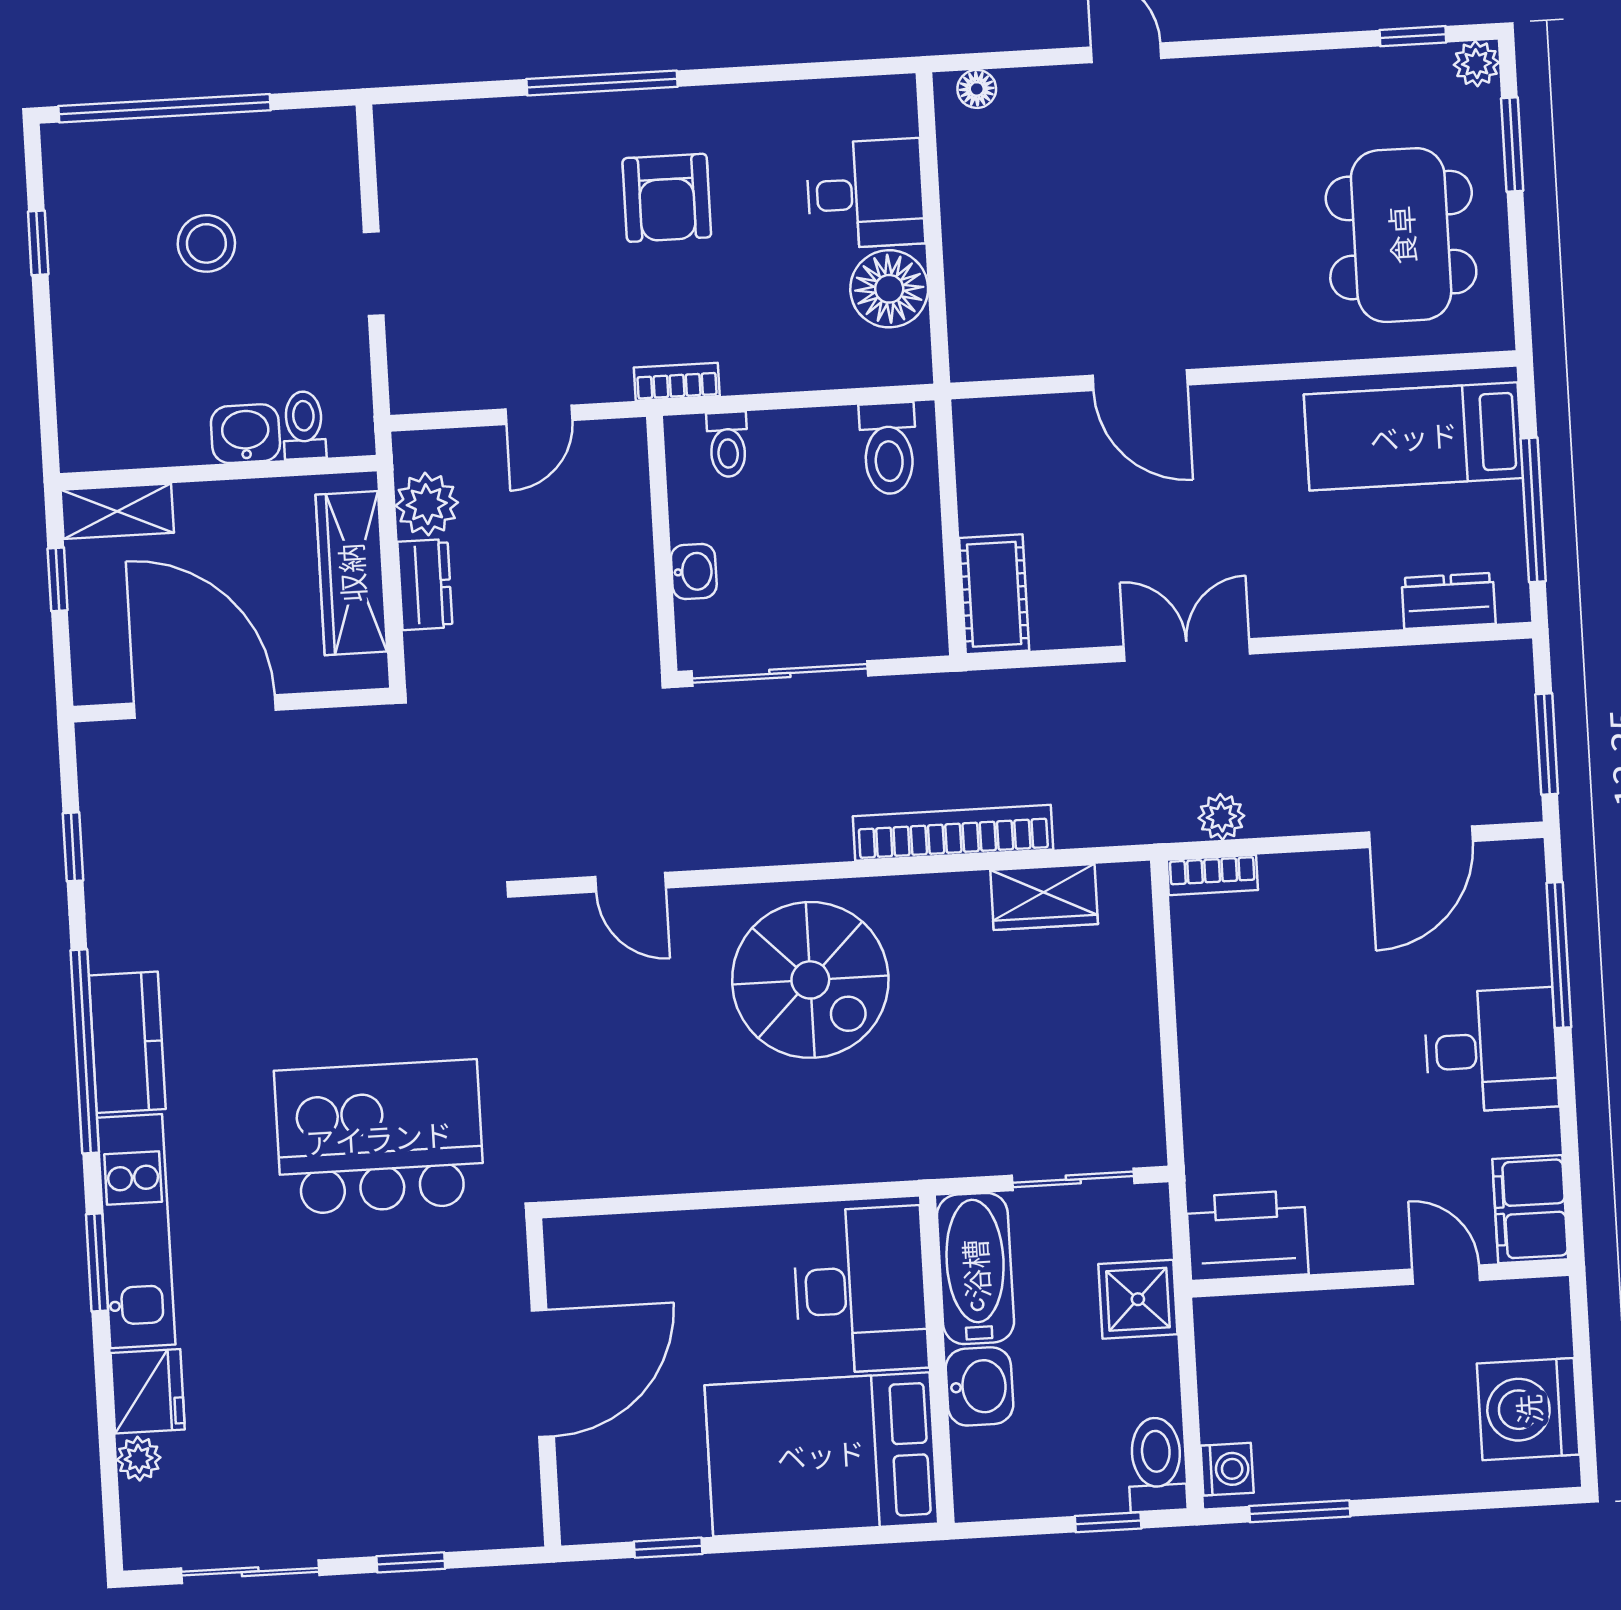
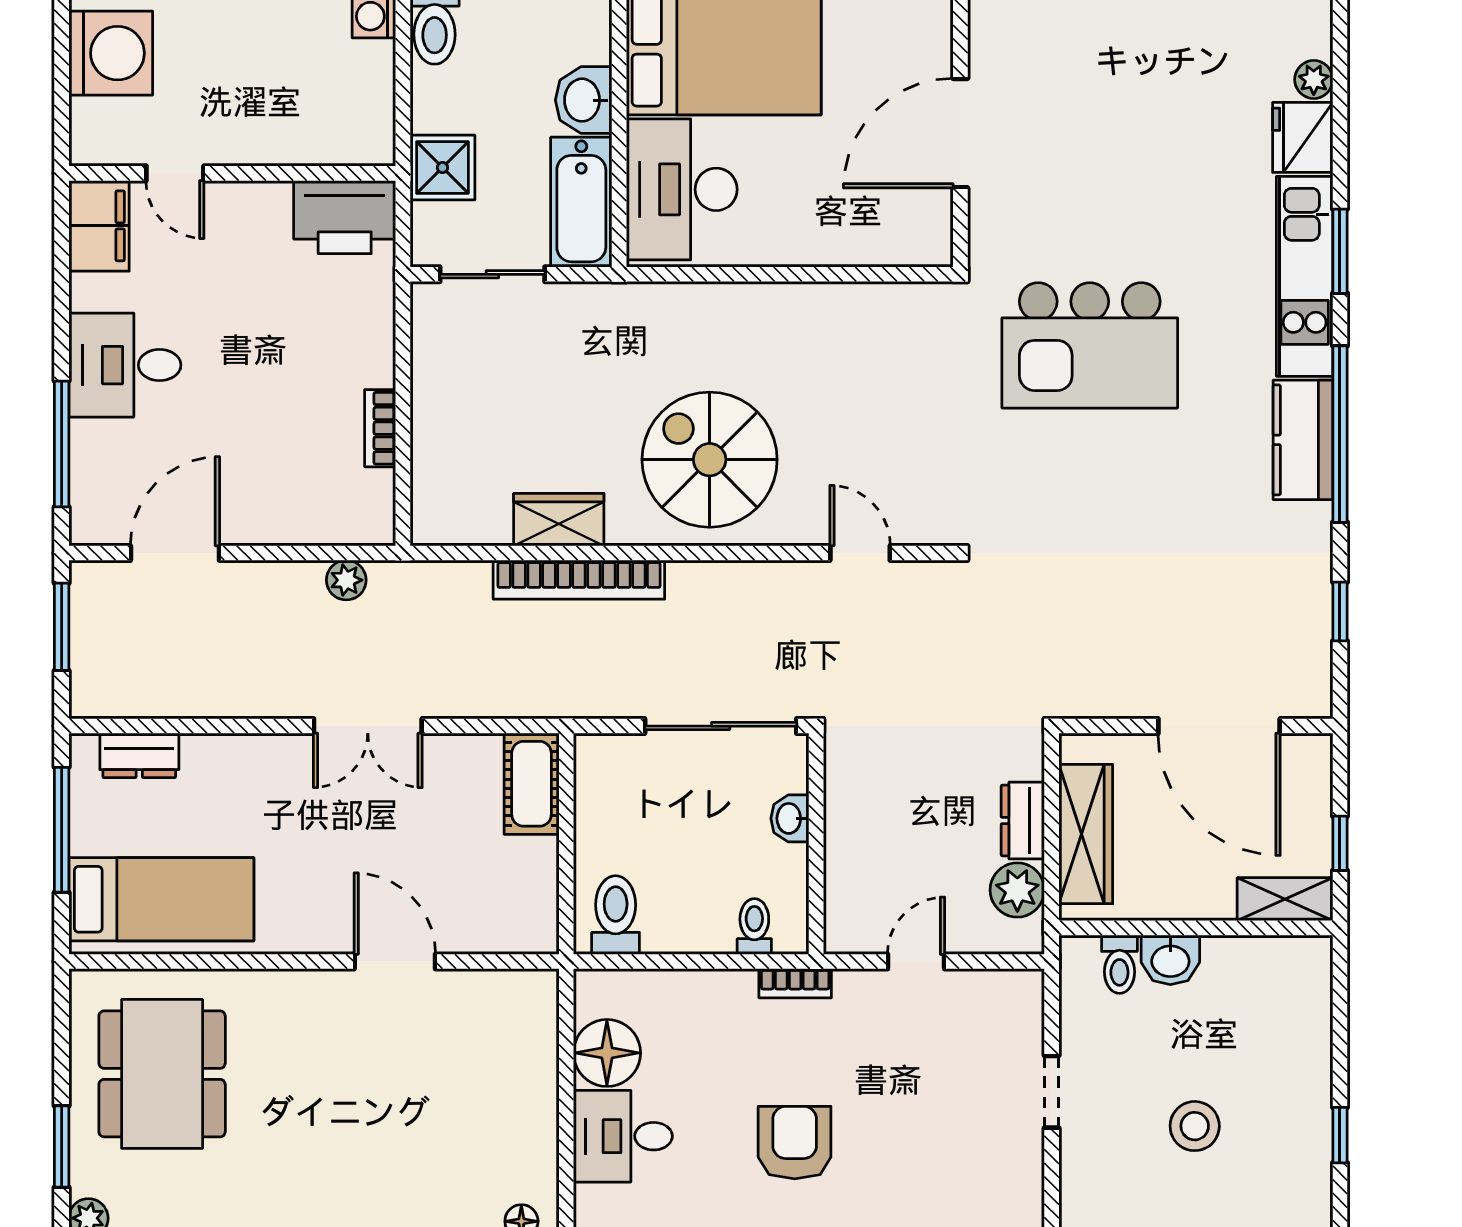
bookcase: (1212, 875) -> (380, 428), moved, turned -90
wardrobe: (1044, 897) -> (559, 520), moved

